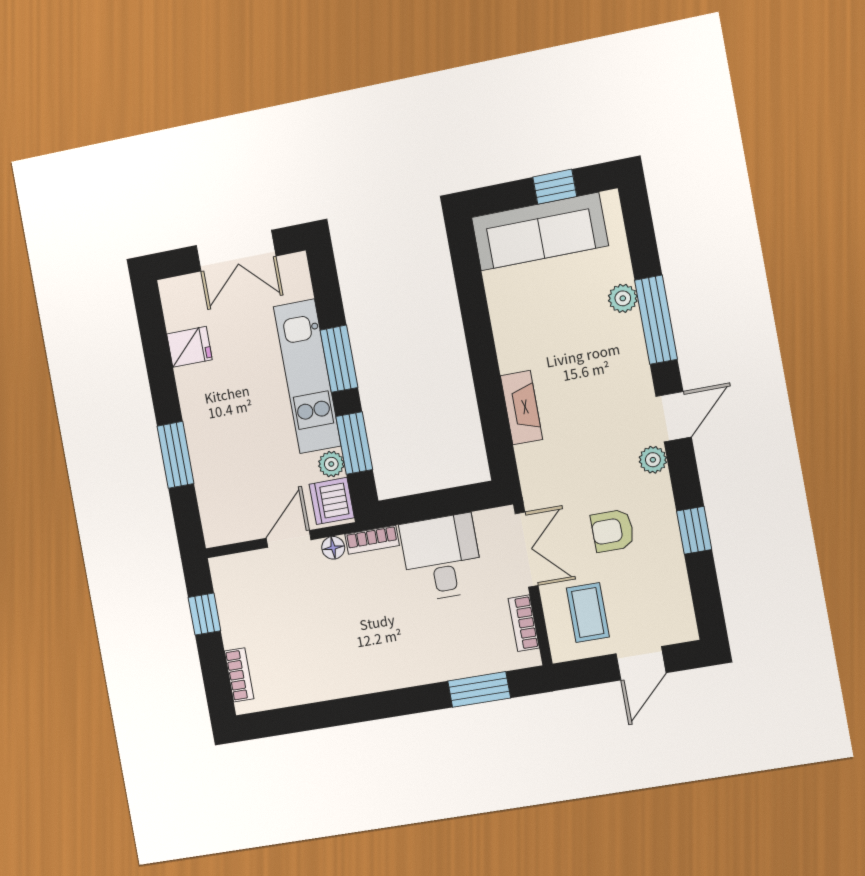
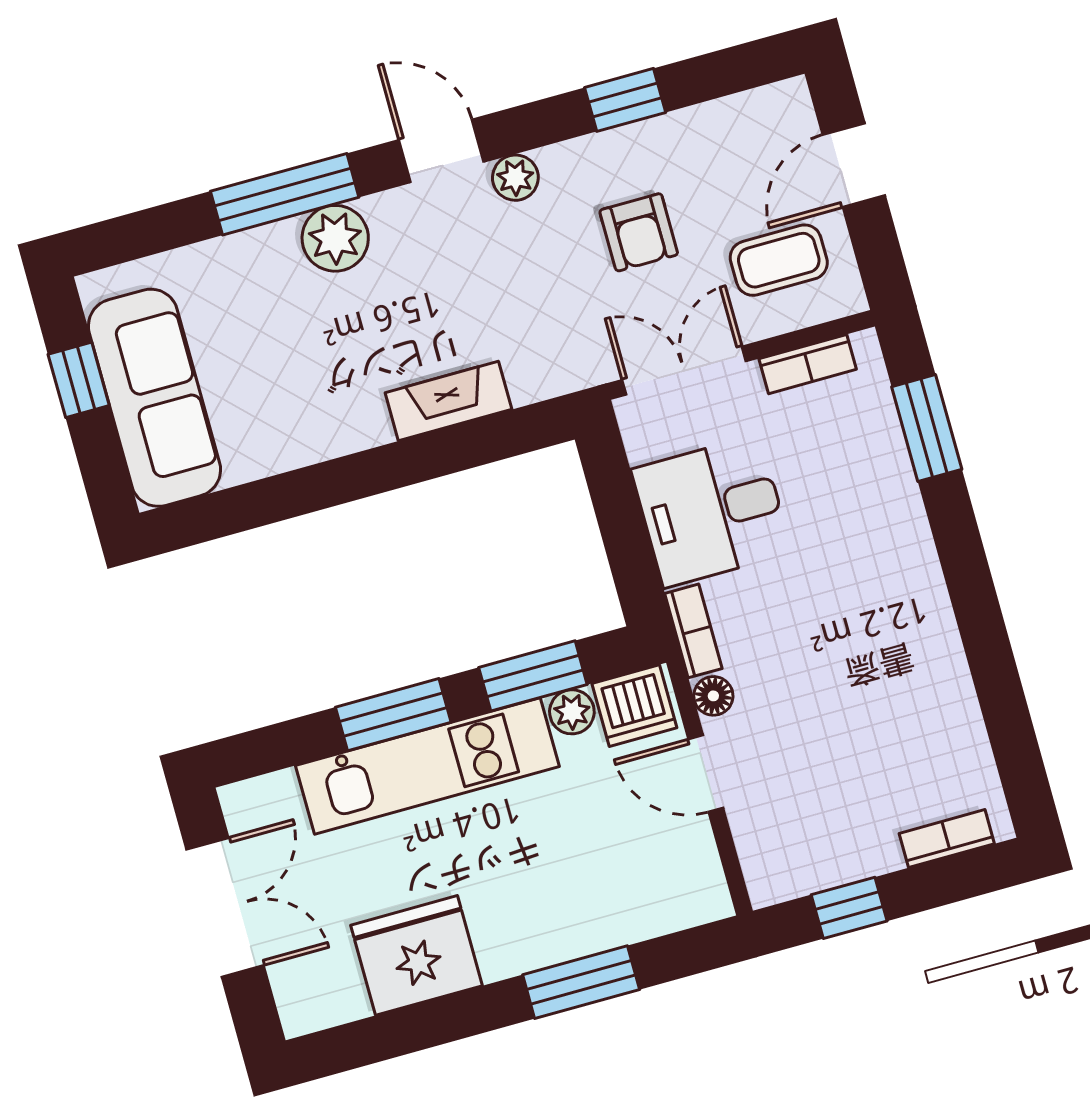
plant: (623, 298) -> (335, 238), moved, width x1.38, depth x1.38
fridge: (189, 347) -> (416, 955), width x1.88, depth x1.34
door: (641, 663) -> (854, 165), swing flipped

